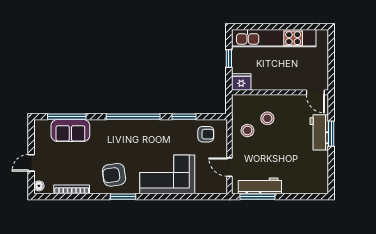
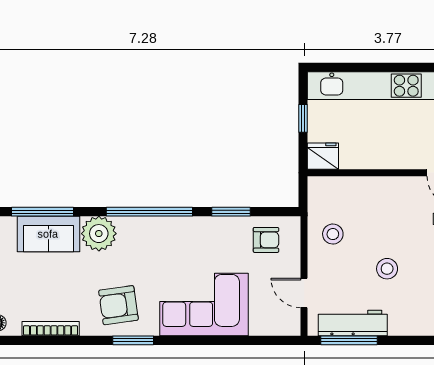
stool: (267, 118) -> (387, 269), moved
plant: (102, 130) -> (99, 234), added

